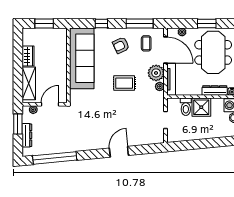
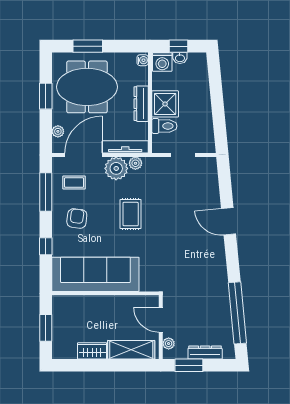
armchair: (121, 45) -> (77, 218), turned -148
dresser: (215, 90) -> (141, 104), moved

